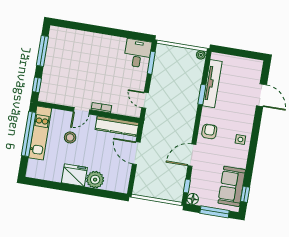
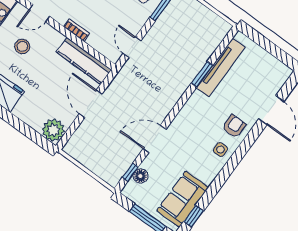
plant: (201, 55) -> (224, 27), removed
door: (82, 111) -> (39, 13), moved
armchair: (209, 131) -> (234, 126), moved
plant: (95, 180) -> (53, 130), moved
floor lamp: (193, 199) -> (140, 176), moved

